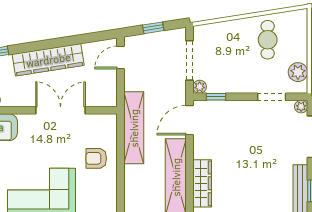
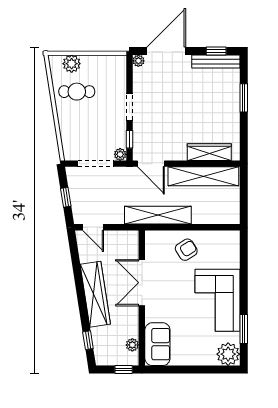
plant: (298, 72) -> (72, 64), moved
doorway: (272, 97) -> (129, 107), moved
armchair: (96, 158) -> (186, 250), turned -122

